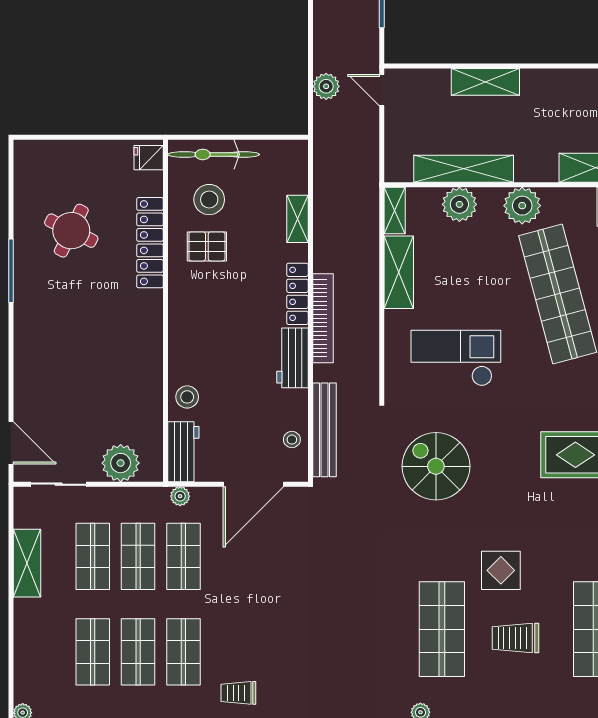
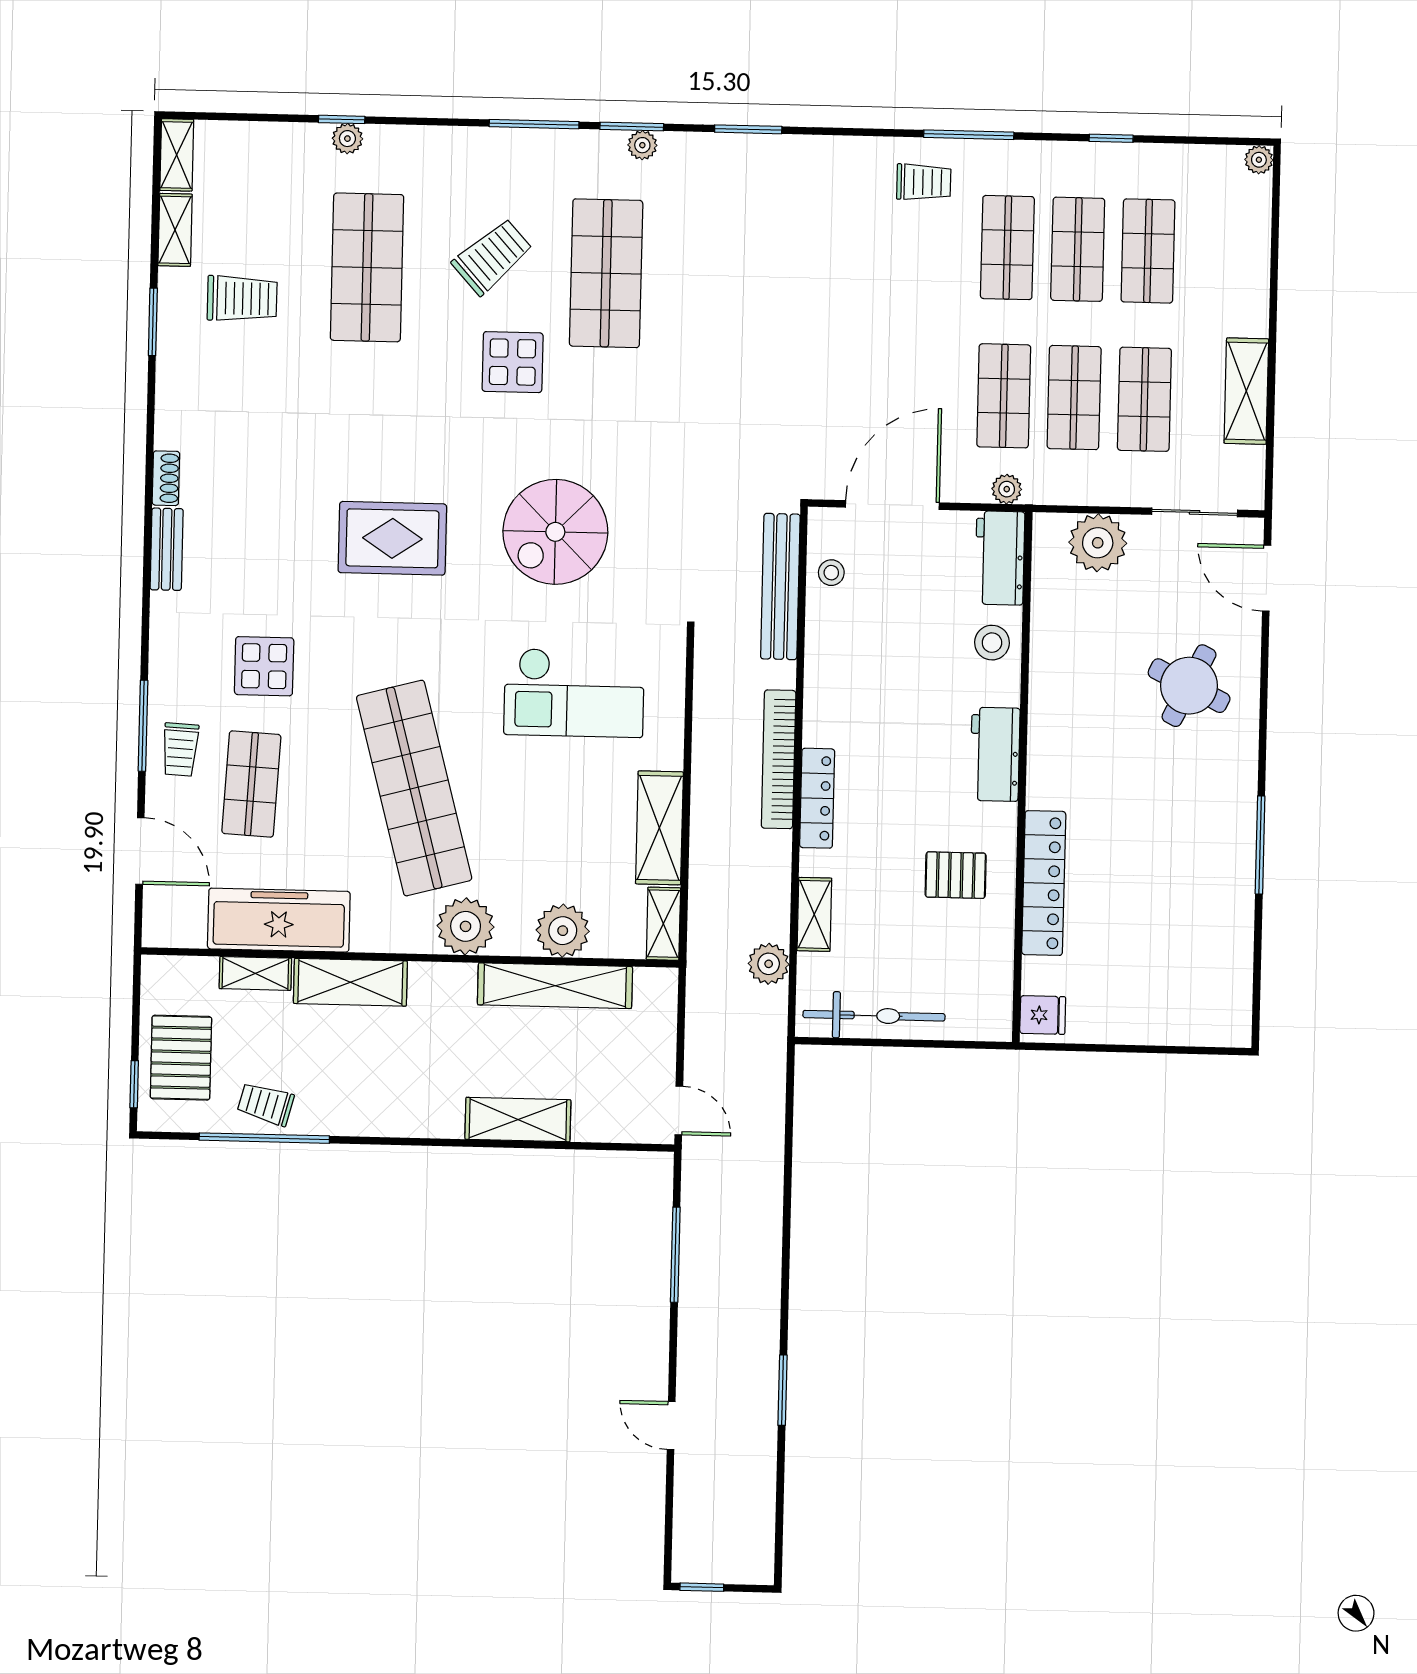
plant: (326, 86) -> (769, 964), moved
bicycle: (214, 154) -> (874, 1016), moved
stool: (209, 200) -> (950, 948), removed
round table: (71, 231) -> (1189, 686), moved
workbench: (293, 358) -> (995, 754), moved, turned 180
spiral stairs: (436, 466) -> (555, 532), moved, turned 90
trolley: (516, 638) -> (492, 257), turned -42

